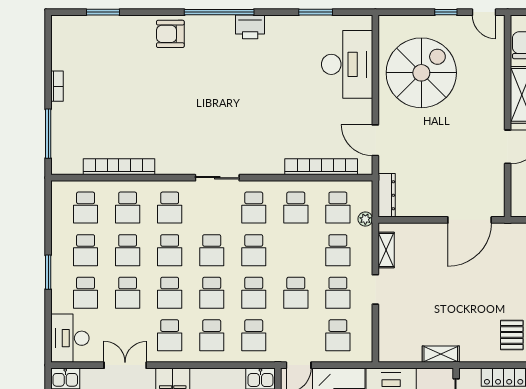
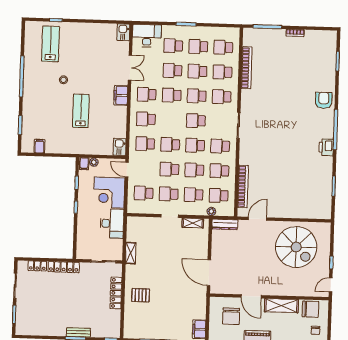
desk: (347, 64) -> (303, 204), removed
school desk: (212, 293) -> (194, 170), moved

